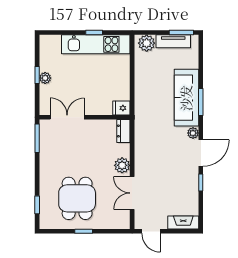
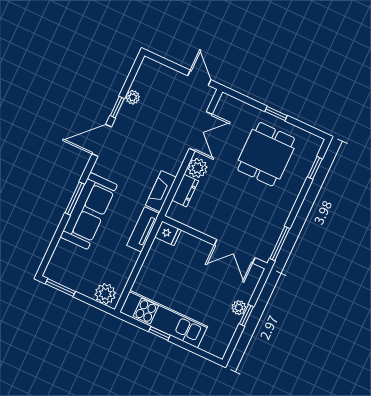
tv unit: (173, 41) -> (143, 229), moved, turned -90
dresser: (123, 131) -> (185, 191), moved
plant: (193, 133) -> (133, 97), moved
fireplace: (183, 223) -> (161, 191), moved, turned 90

